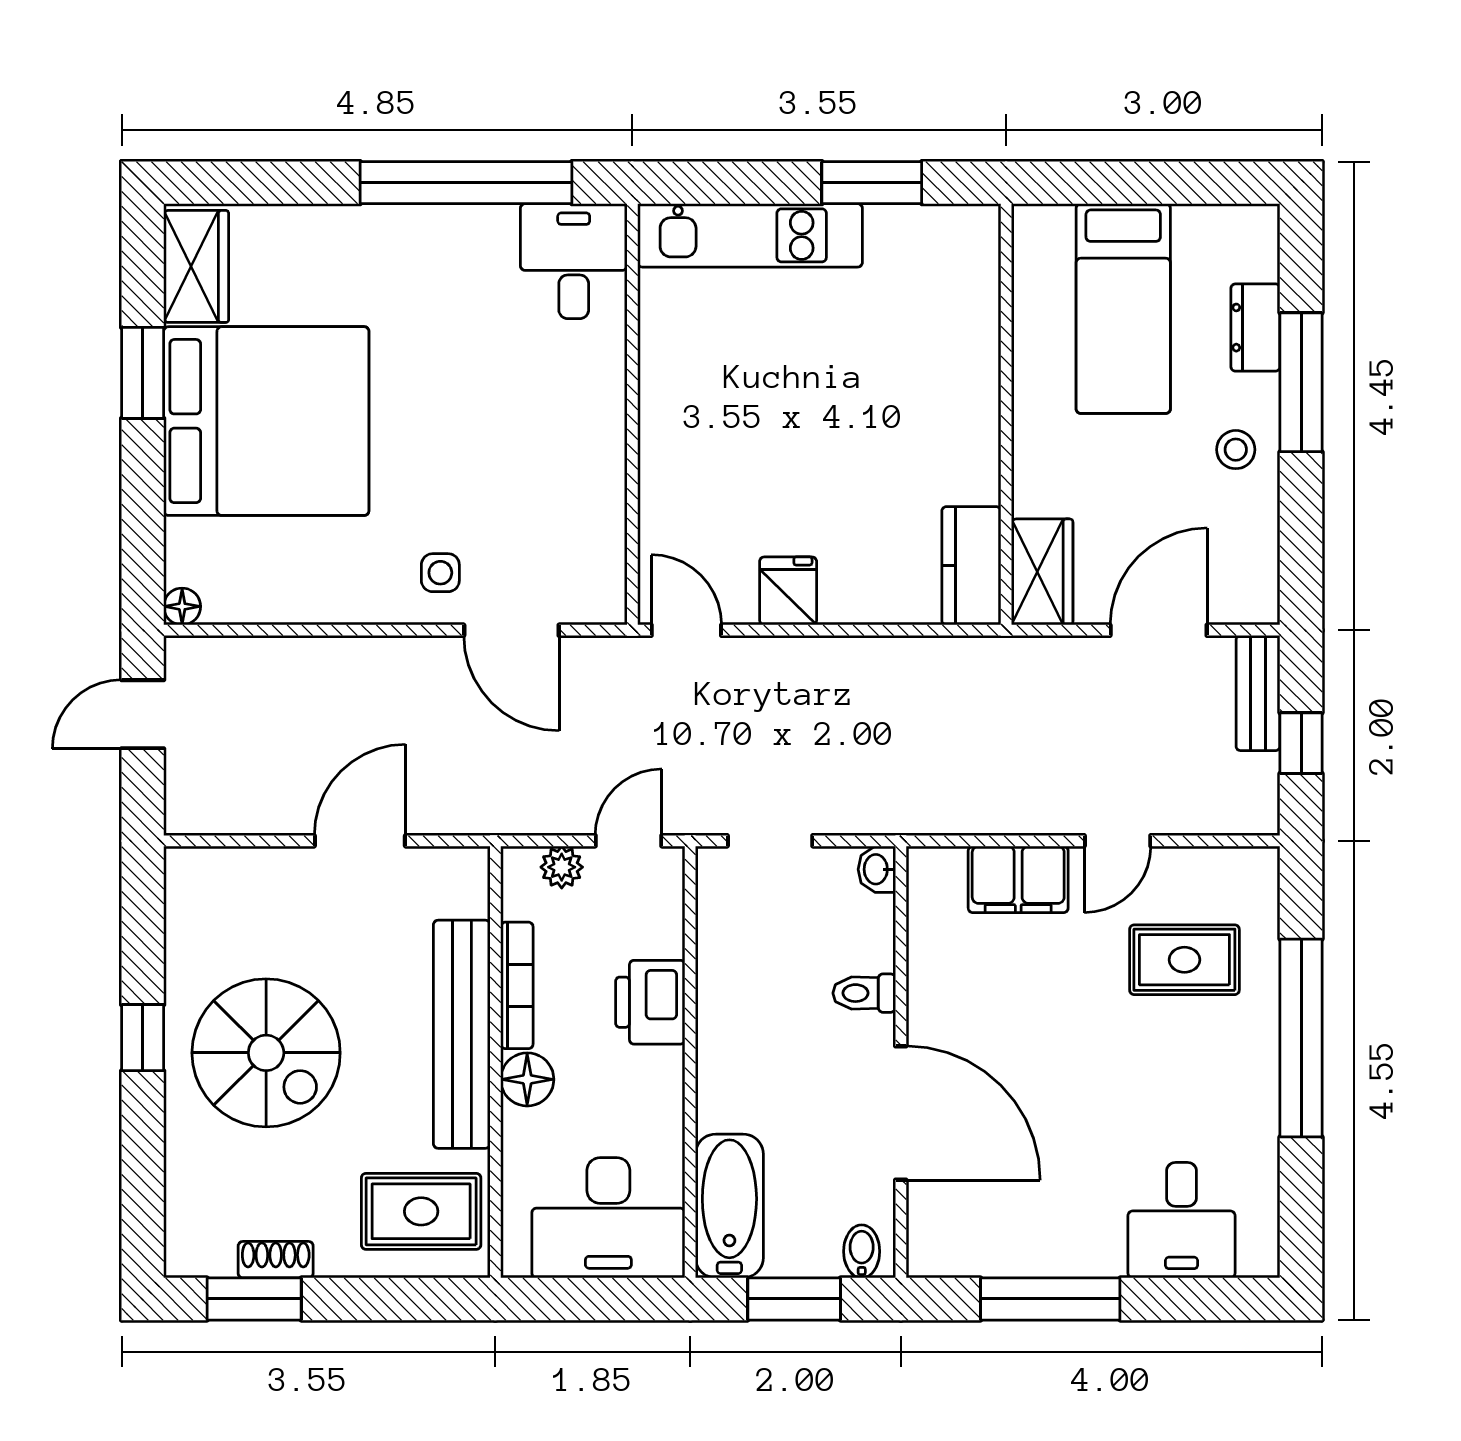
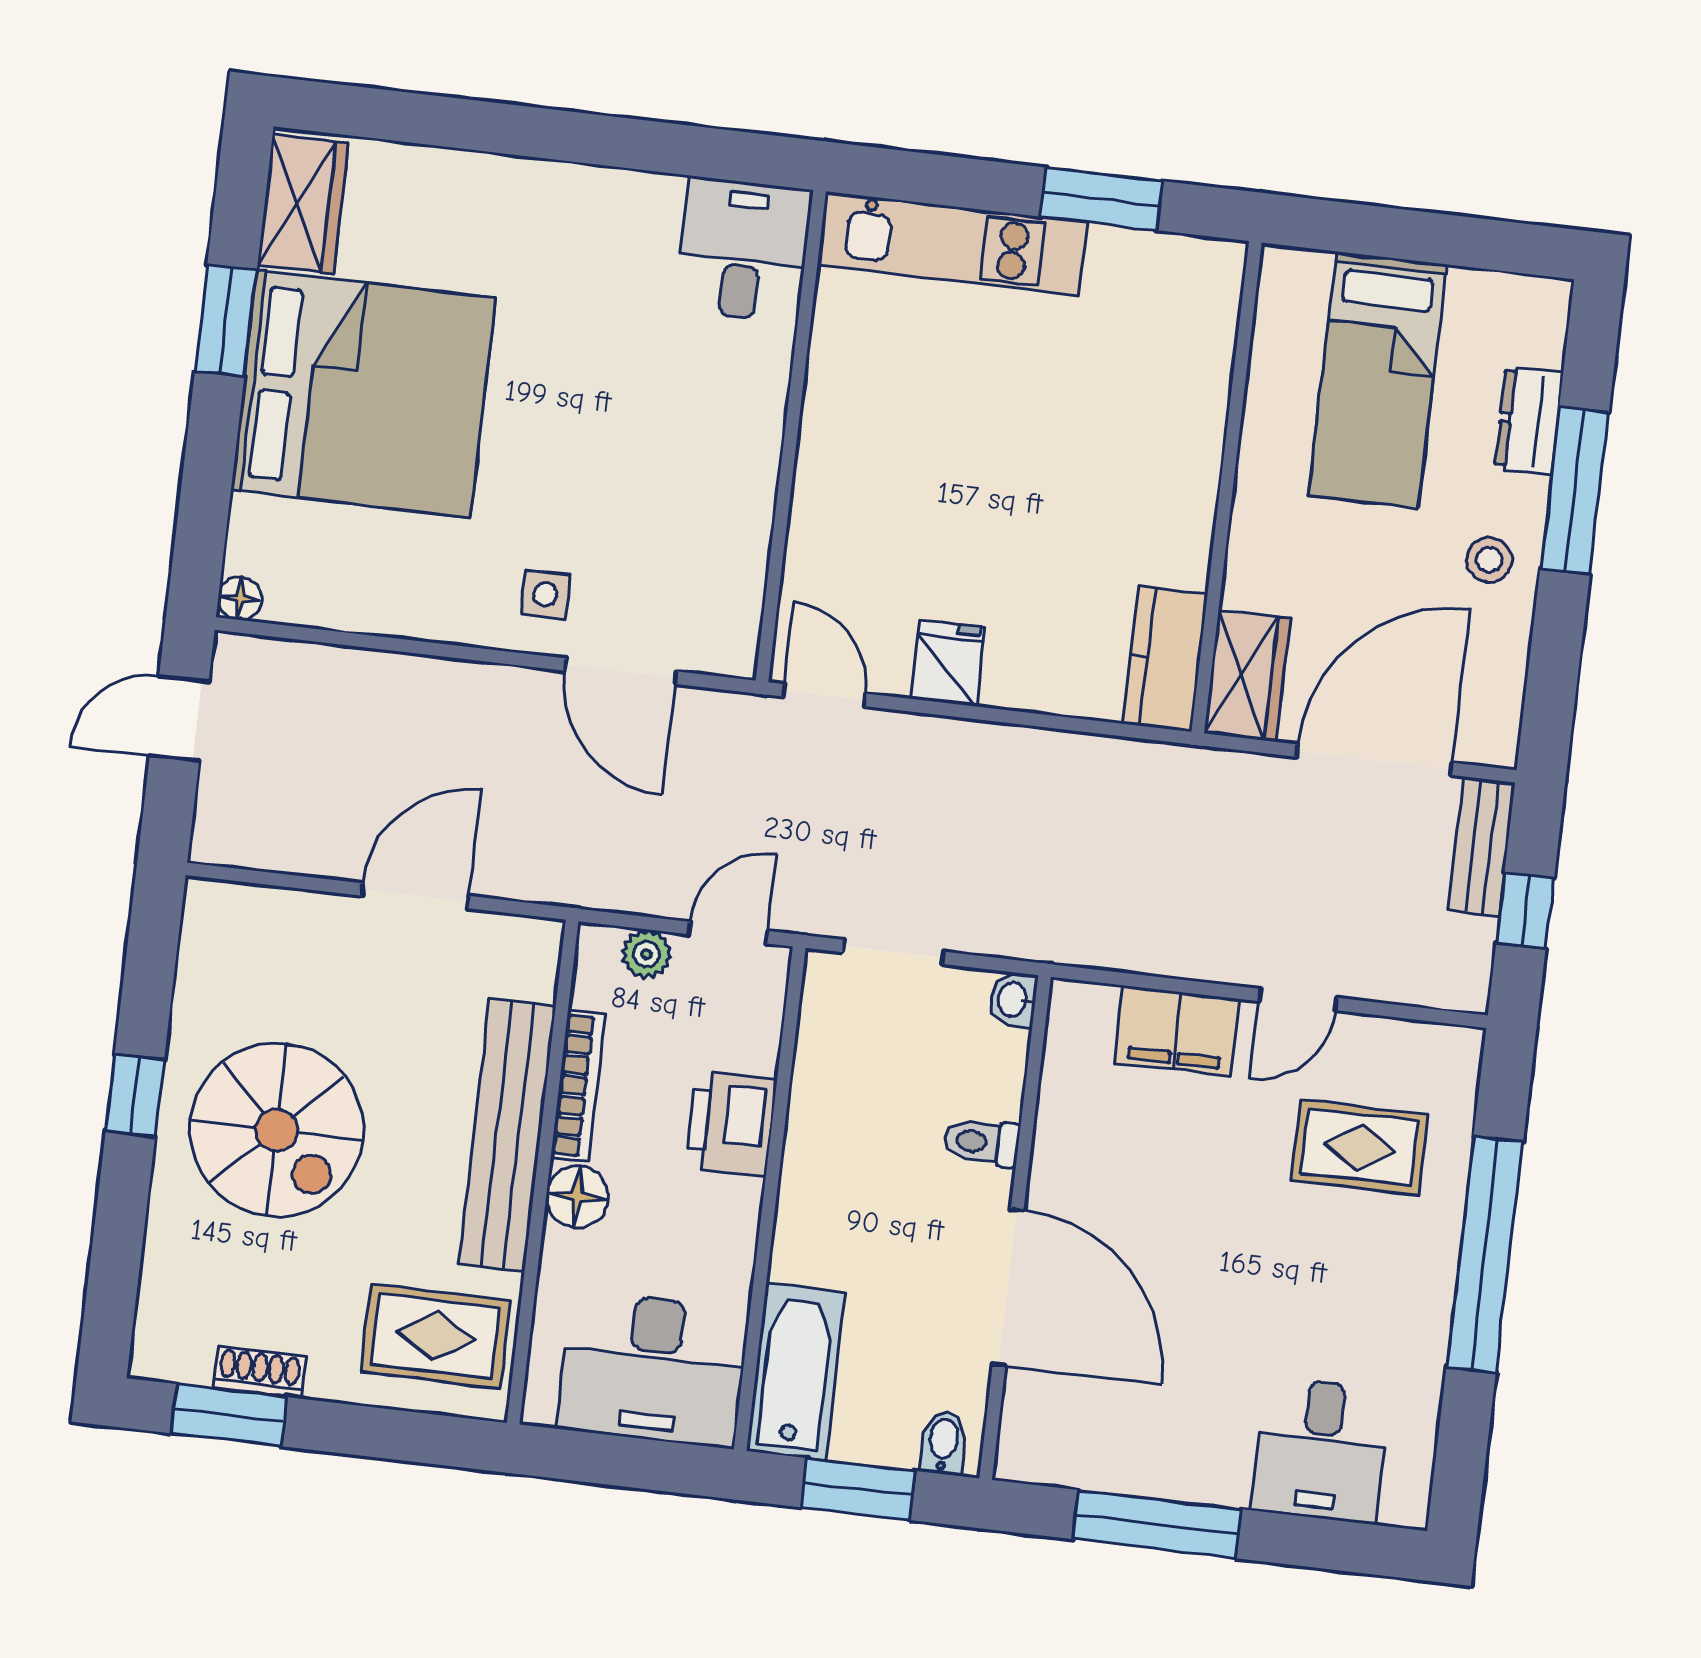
window: (466, 183) -> (629, 143), removed
door: (1159, 630) -> (1374, 760), width x1.36

